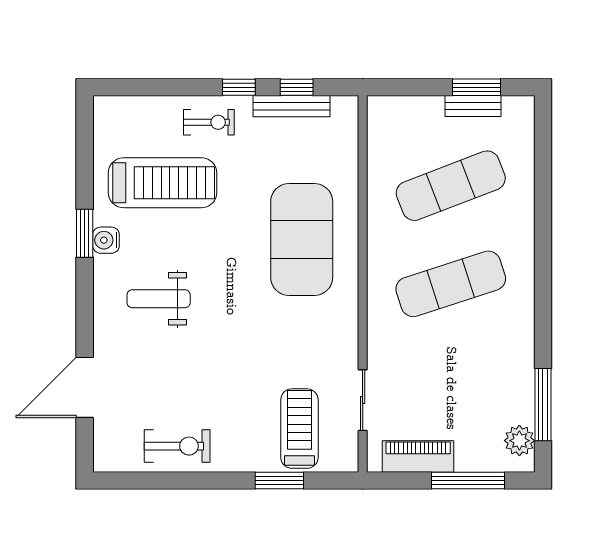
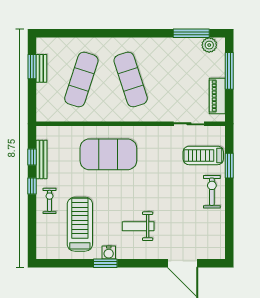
exercise mat: (451, 186) -> (81, 80), turned 39
weight bench: (159, 299) -> (138, 226), turned 90
exercise bike: (177, 446) -> (212, 192), moved

